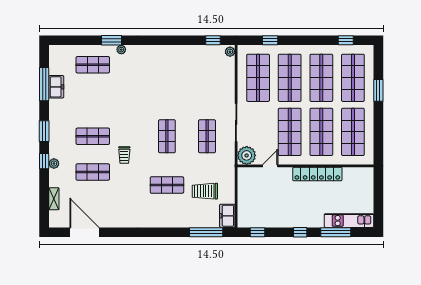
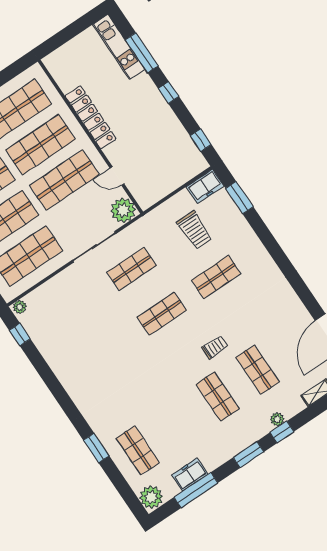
plant: (121, 50) -> (151, 497), moved, width x1.88, depth x1.88
shop shelf: (167, 185) -> (216, 277), turned 90
window: (206, 232) -> (239, 198), width x0.69

